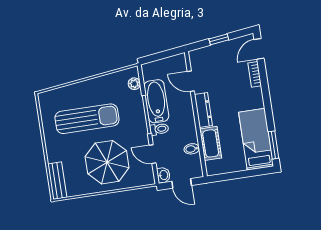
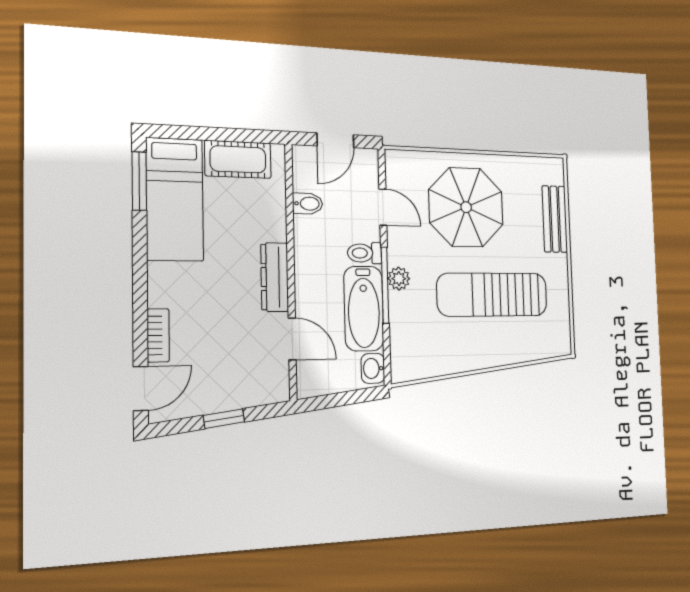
plant: (134, 84) -> (399, 279), moved
cot: (211, 143) -> (238, 159), moved, turned 90
washbasin: (163, 175) -> (373, 368), moved
bench: (57, 181) -> (555, 219), moved
door: (182, 183) -> (335, 140), swing flipped

